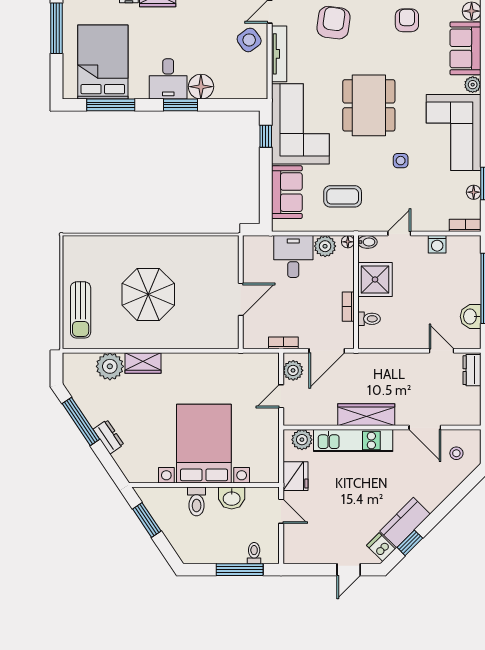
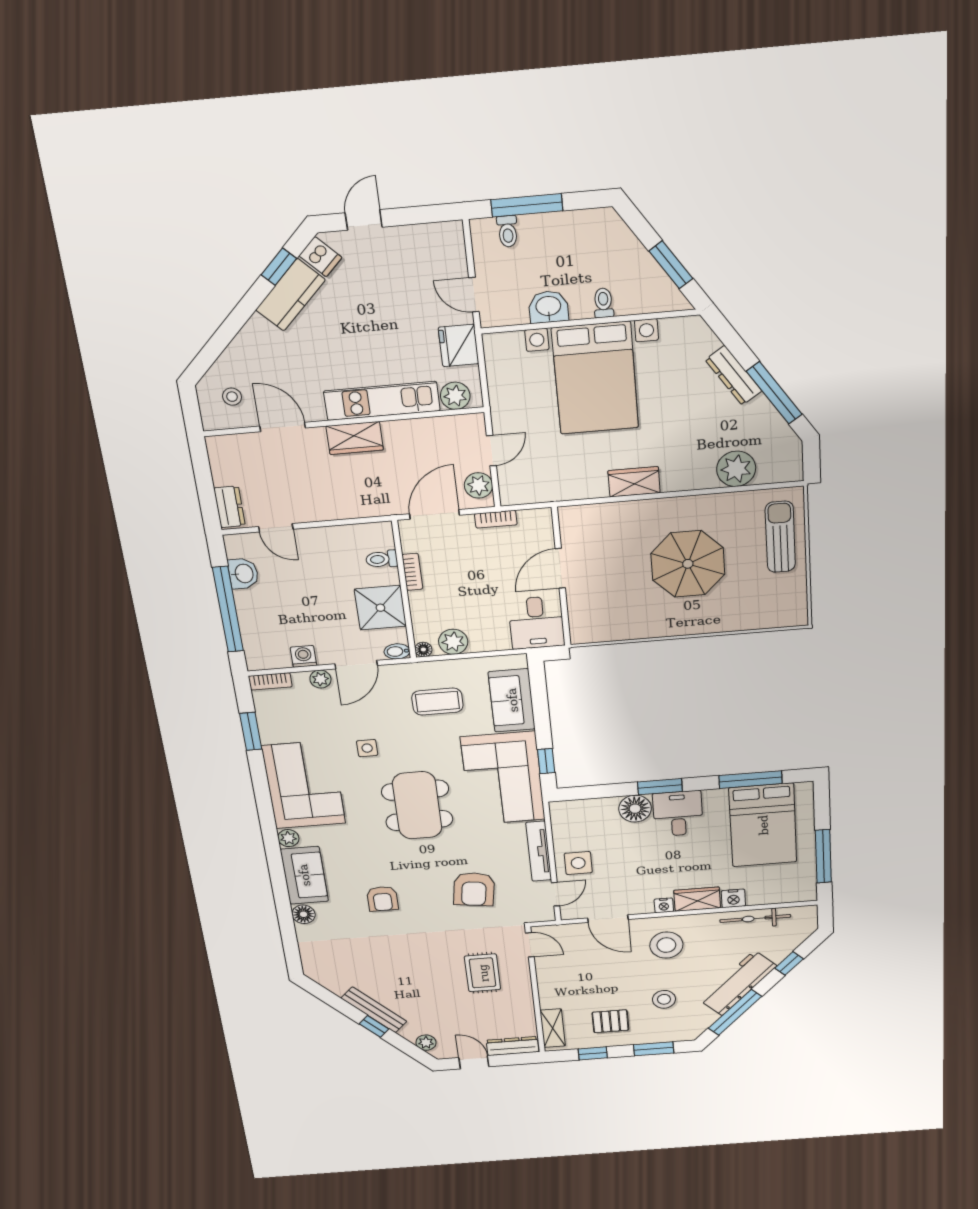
side table: (249, 40) -> (578, 863), turned 36
floor lamp: (474, 192) -> (266, 720), removed
plant: (427, 224) -> (320, 679), added
door: (399, 234) -> (356, 665), width x1.38
desk: (293, 257) -> (536, 623), moved
wardrobe: (143, 363) -> (634, 482), moved
wardrobe: (366, 415) -> (355, 438), width x0.67
dresser: (108, 437) -> (734, 375), width x1.44
toilet: (197, 501) -> (603, 303), width x0.73, depth x0.72

